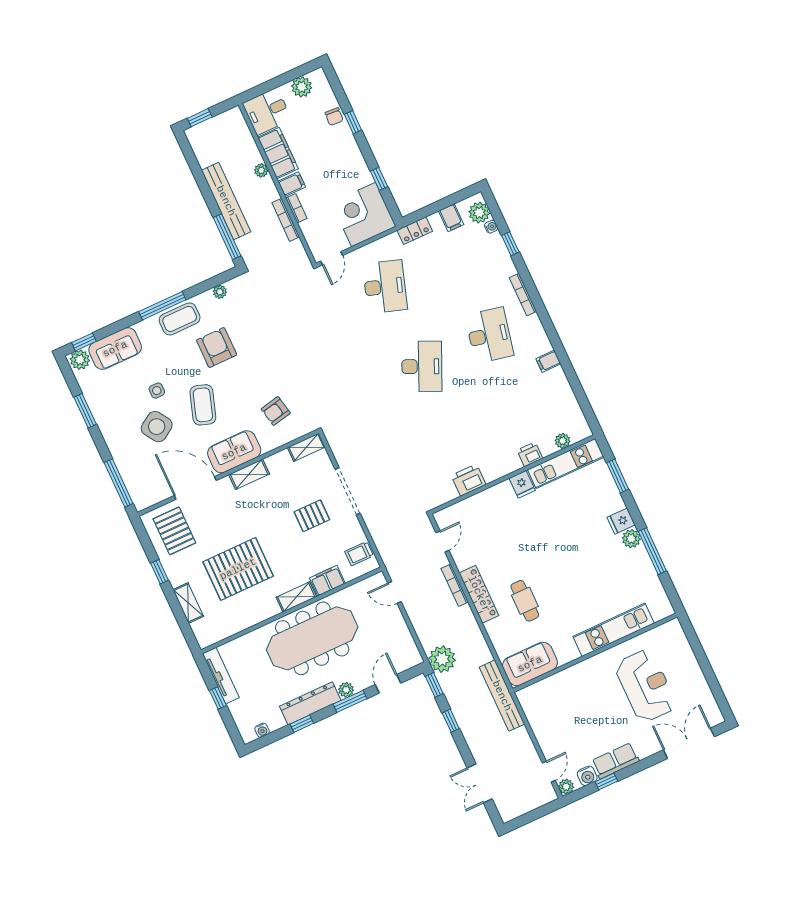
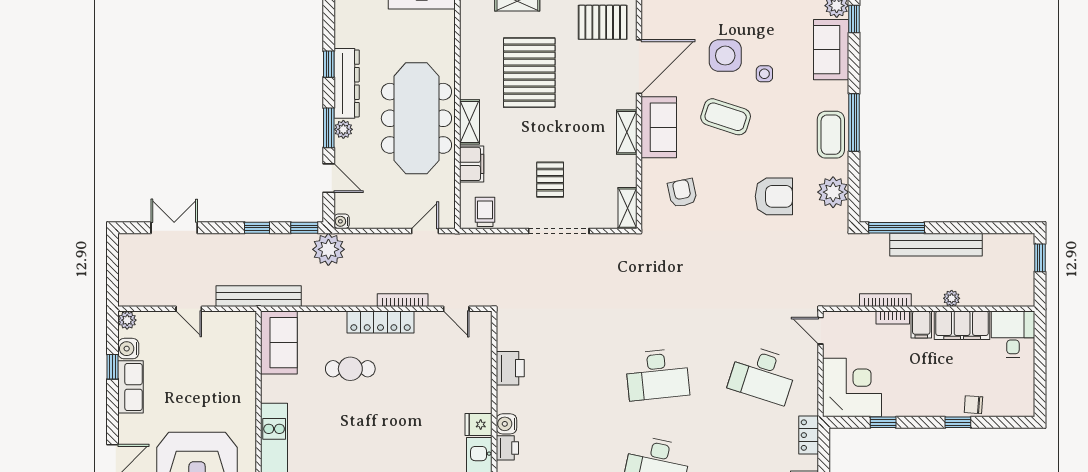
plant: (302, 87) -> (1022, 384), removed
plant: (220, 292) -> (833, 192), width x1.88, depth x1.88
armchair: (217, 347) -> (774, 196), moved
desk: (422, 366) -> (657, 375), turned -30
side table: (157, 427) -> (725, 56), turned 33
water cooler: (512, 463) -> (506, 424), added
water cooler: (262, 730) -> (342, 221), moved
door: (549, 772) -> (189, 309), moved

